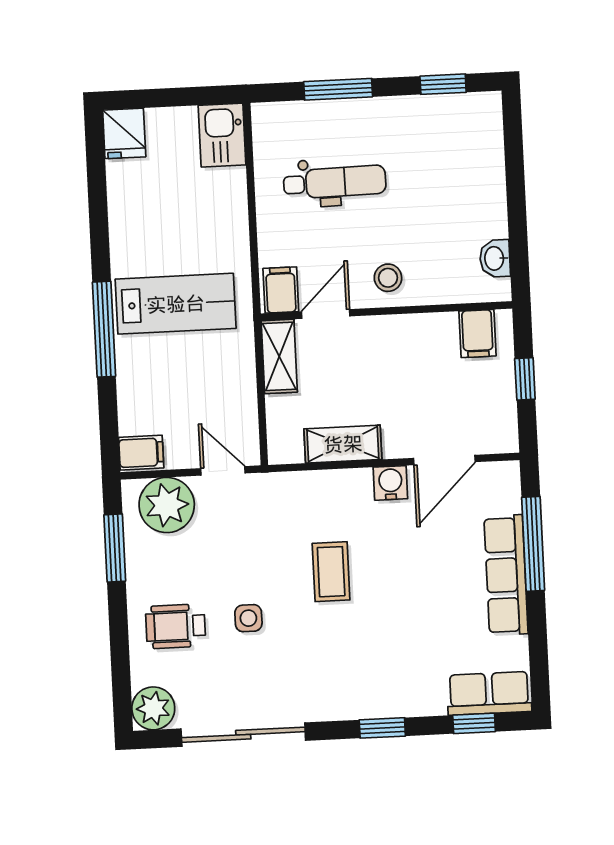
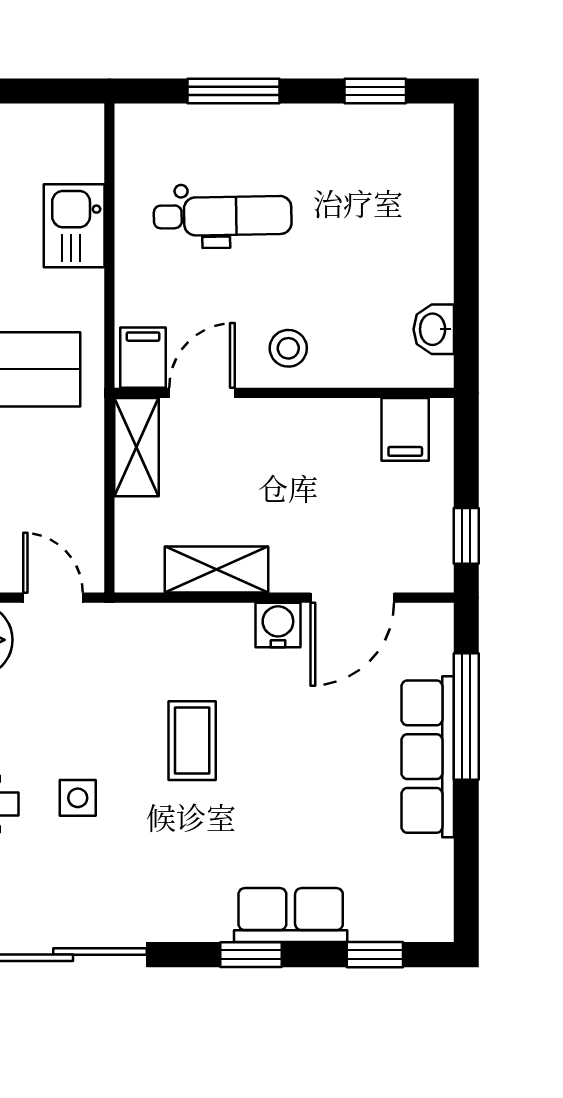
kitchen sink: (222, 135) -> (74, 226), moved
window: (525, 379) -> (466, 536), moved
row of seats: (489, 693) -> (291, 915), moved

